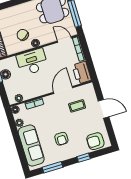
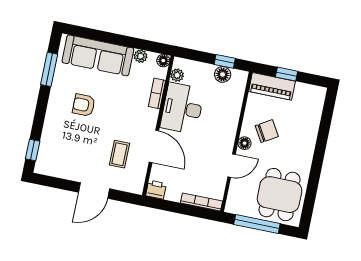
door: (64, 39) -> (232, 166), moved
desk: (32, 62) -> (182, 108), moved, turned 180
printer: (82, 73) -> (156, 190), width x0.53, depth x0.68
armchair: (95, 141) -> (53, 153), removed
window: (84, 158) -> (33, 150), moved

